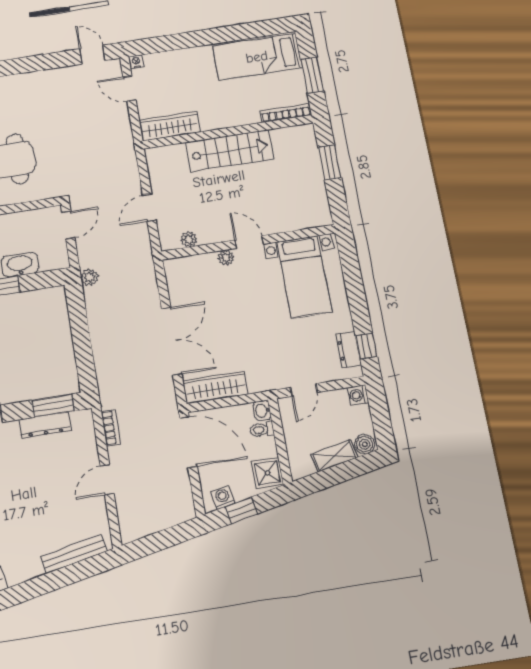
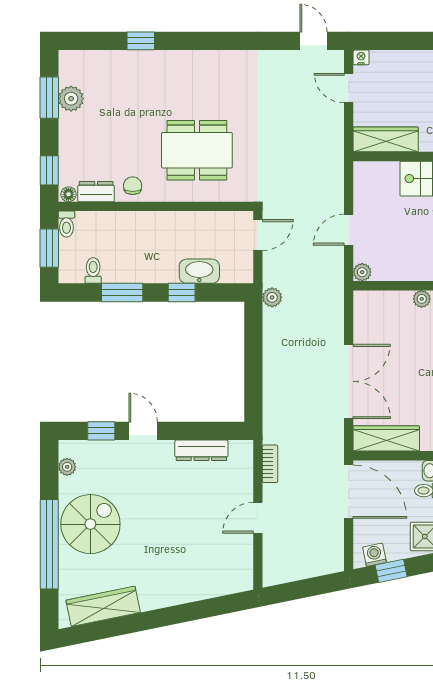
plant: (189, 239) -> (362, 272), moved
window: (53, 406) -> (213, 431), removed
bench: (74, 554) -> (212, 588), removed

